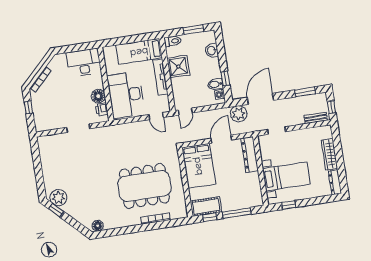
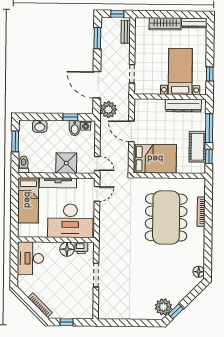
shower: (178, 67) -> (66, 163), moved
dresser: (250, 155) -> (183, 106), moved
cot: (206, 206) -> (197, 147), moved

